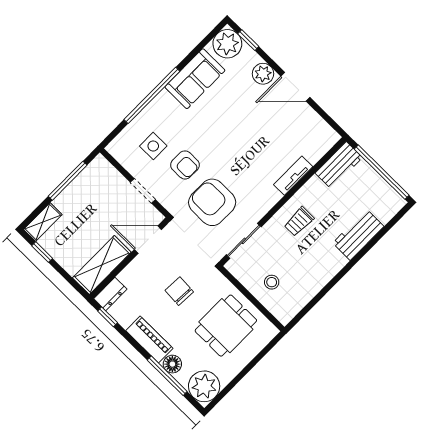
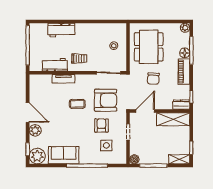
coffee table: (243, 161) -> (77, 104), added
boiler: (100, 164) -> (134, 159), added
workbench: (339, 165) -> (55, 65), moved
armchair: (212, 202) -> (106, 100), turned -90
door: (148, 240) -> (145, 111), swing flipped
dining table: (226, 326) -> (149, 47), width x1.38
plant: (204, 386) -> (185, 28), width x0.53, depth x0.53

